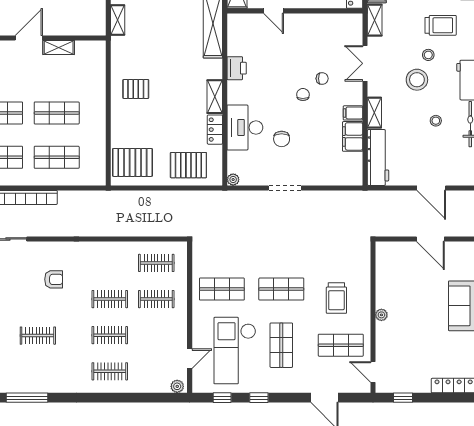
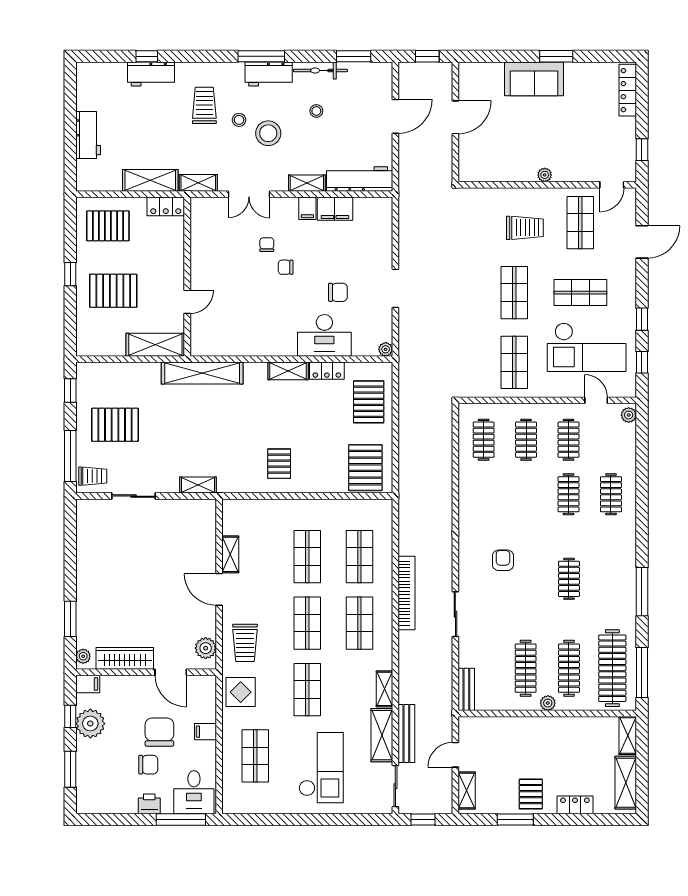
printer: (237, 68) -> (255, 345), removed
clothes rail: (110, 299) -> (569, 440), moved

